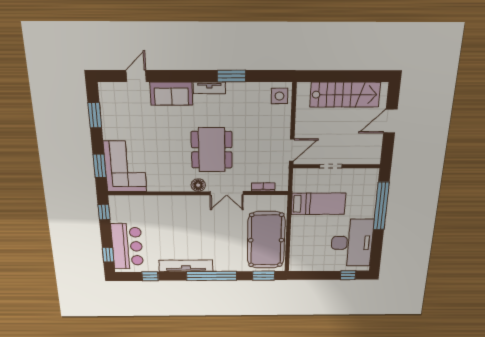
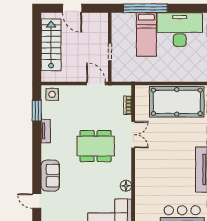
window: (231, 76) -> (37, 111), moved
tv unit: (209, 88) -> (46, 131), moved
floor lamp: (198, 185) -> (126, 186), moved
bed: (318, 204) -> (146, 35), moved, turned 180

